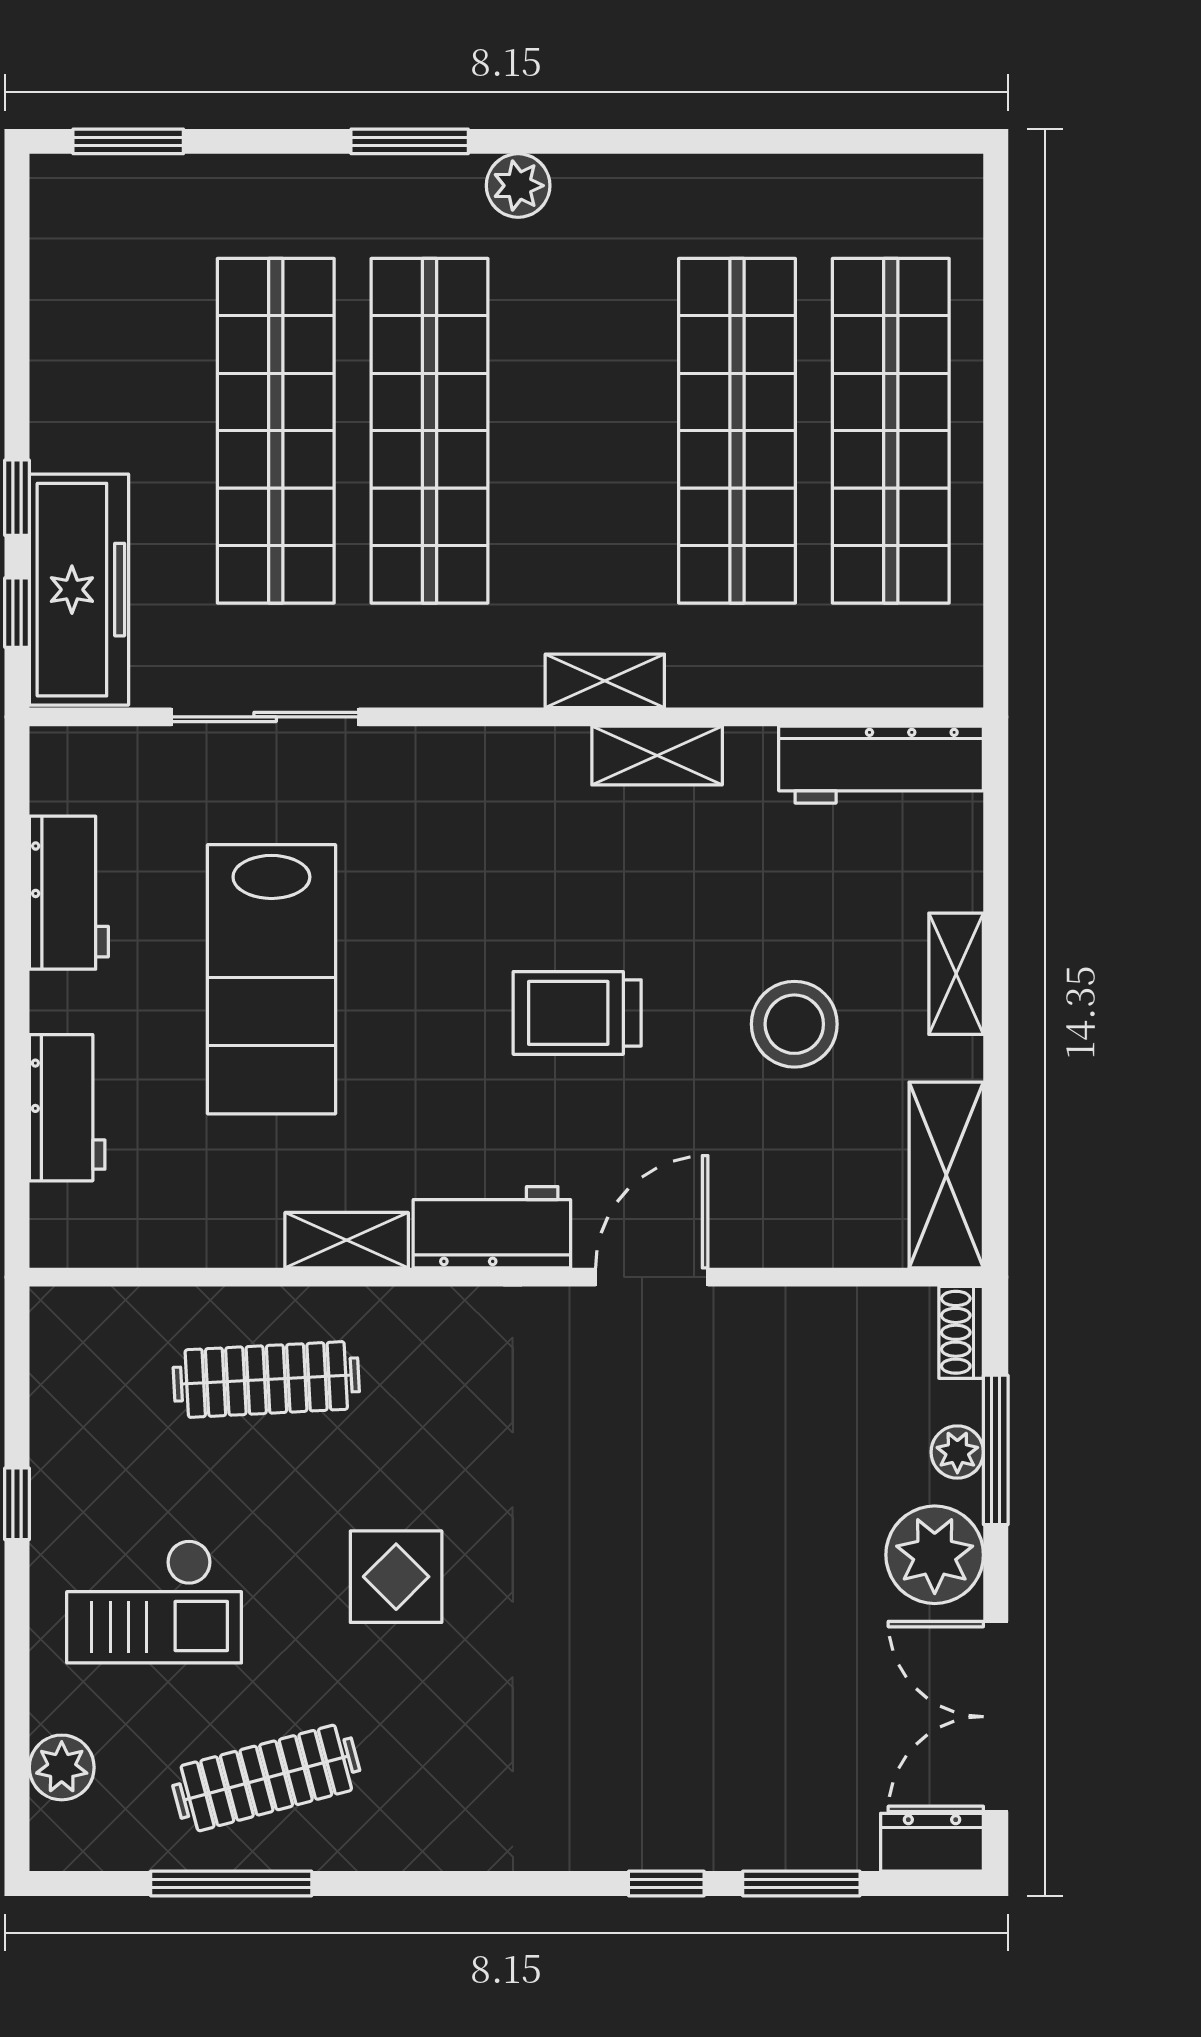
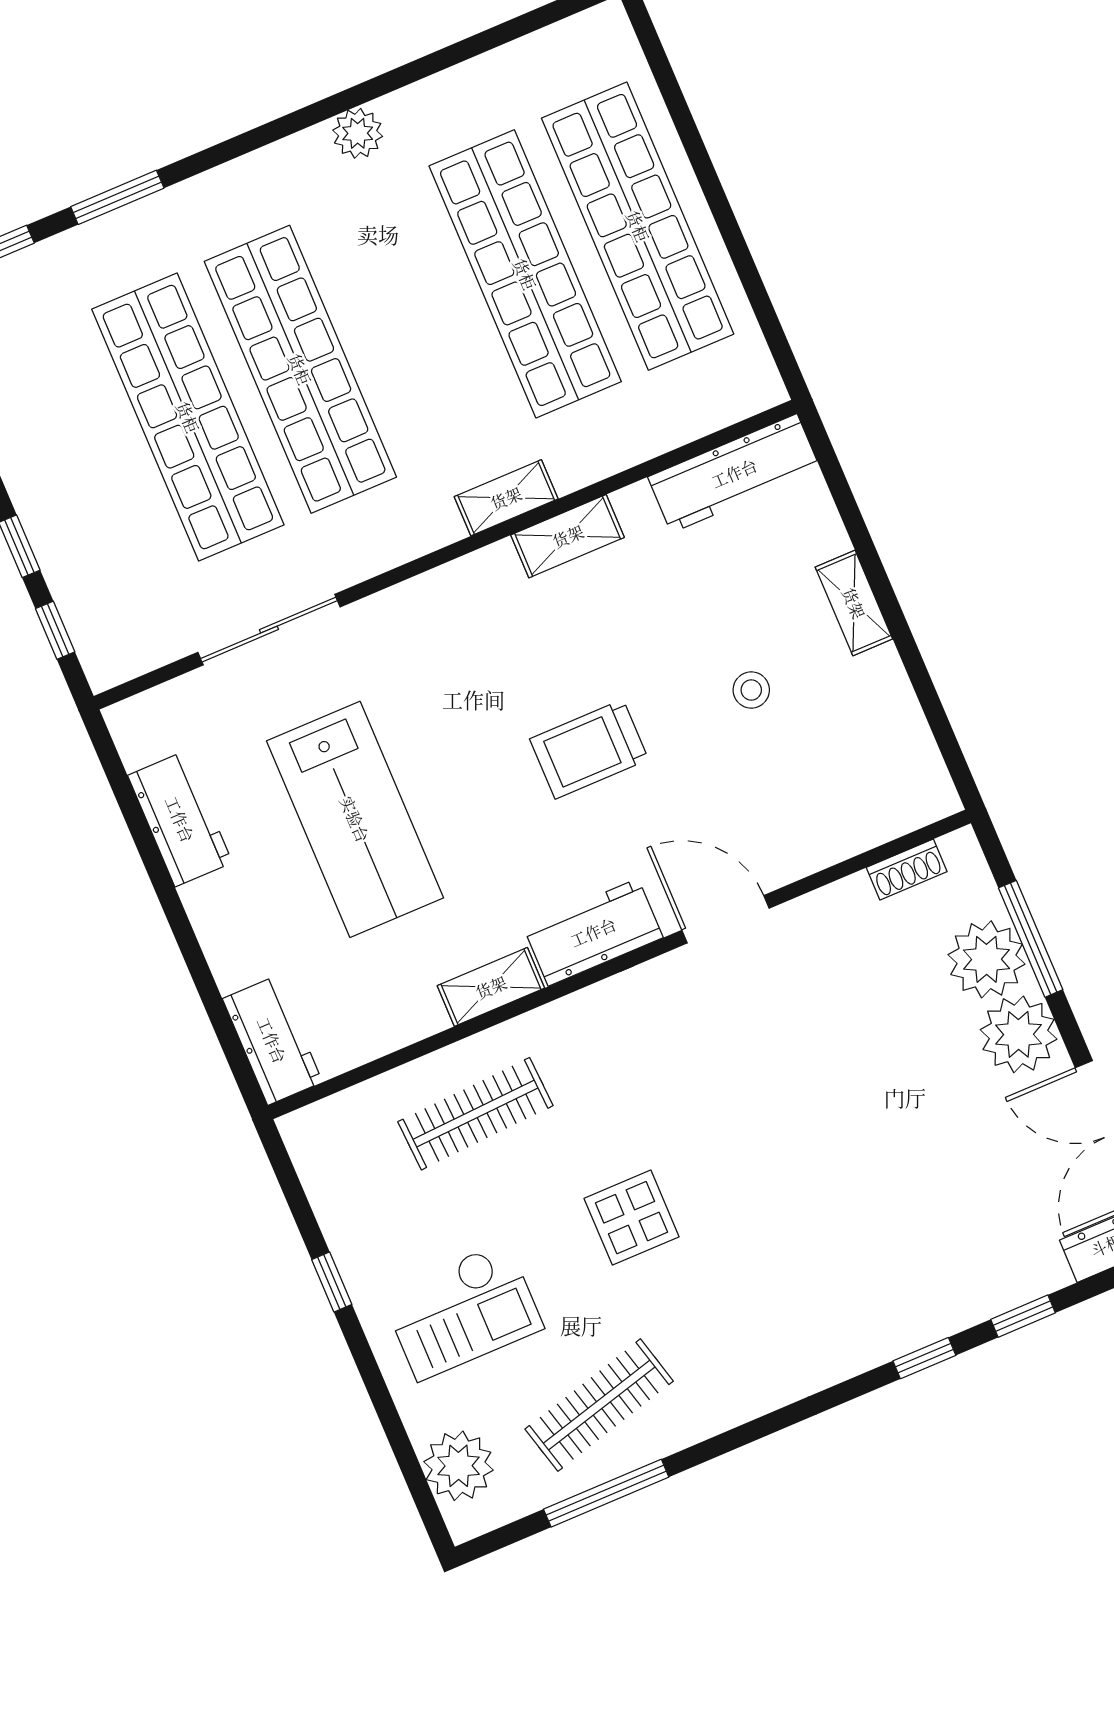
window: (410, 141) -> (117, 197), moved
plant: (518, 186) -> (358, 133), moved
freezer: (79, 590) -> (93, 594), removed
stool: (794, 1024) -> (751, 690), width x0.53, depth x0.53
workbench: (67, 1108) -> (272, 1040), moved
shelving: (946, 1175) -> (909, 753), removed
door: (652, 1277) -> (726, 919), hinge flipped
shoe rack: (961, 1332) -> (907, 870), moved, turned -90
plant: (957, 1452) -> (986, 959), width x1.88, depth x1.88
plant: (62, 1767) -> (459, 1466), width x1.36, depth x1.36
window: (801, 1883) -> (1023, 1316), width x0.67

